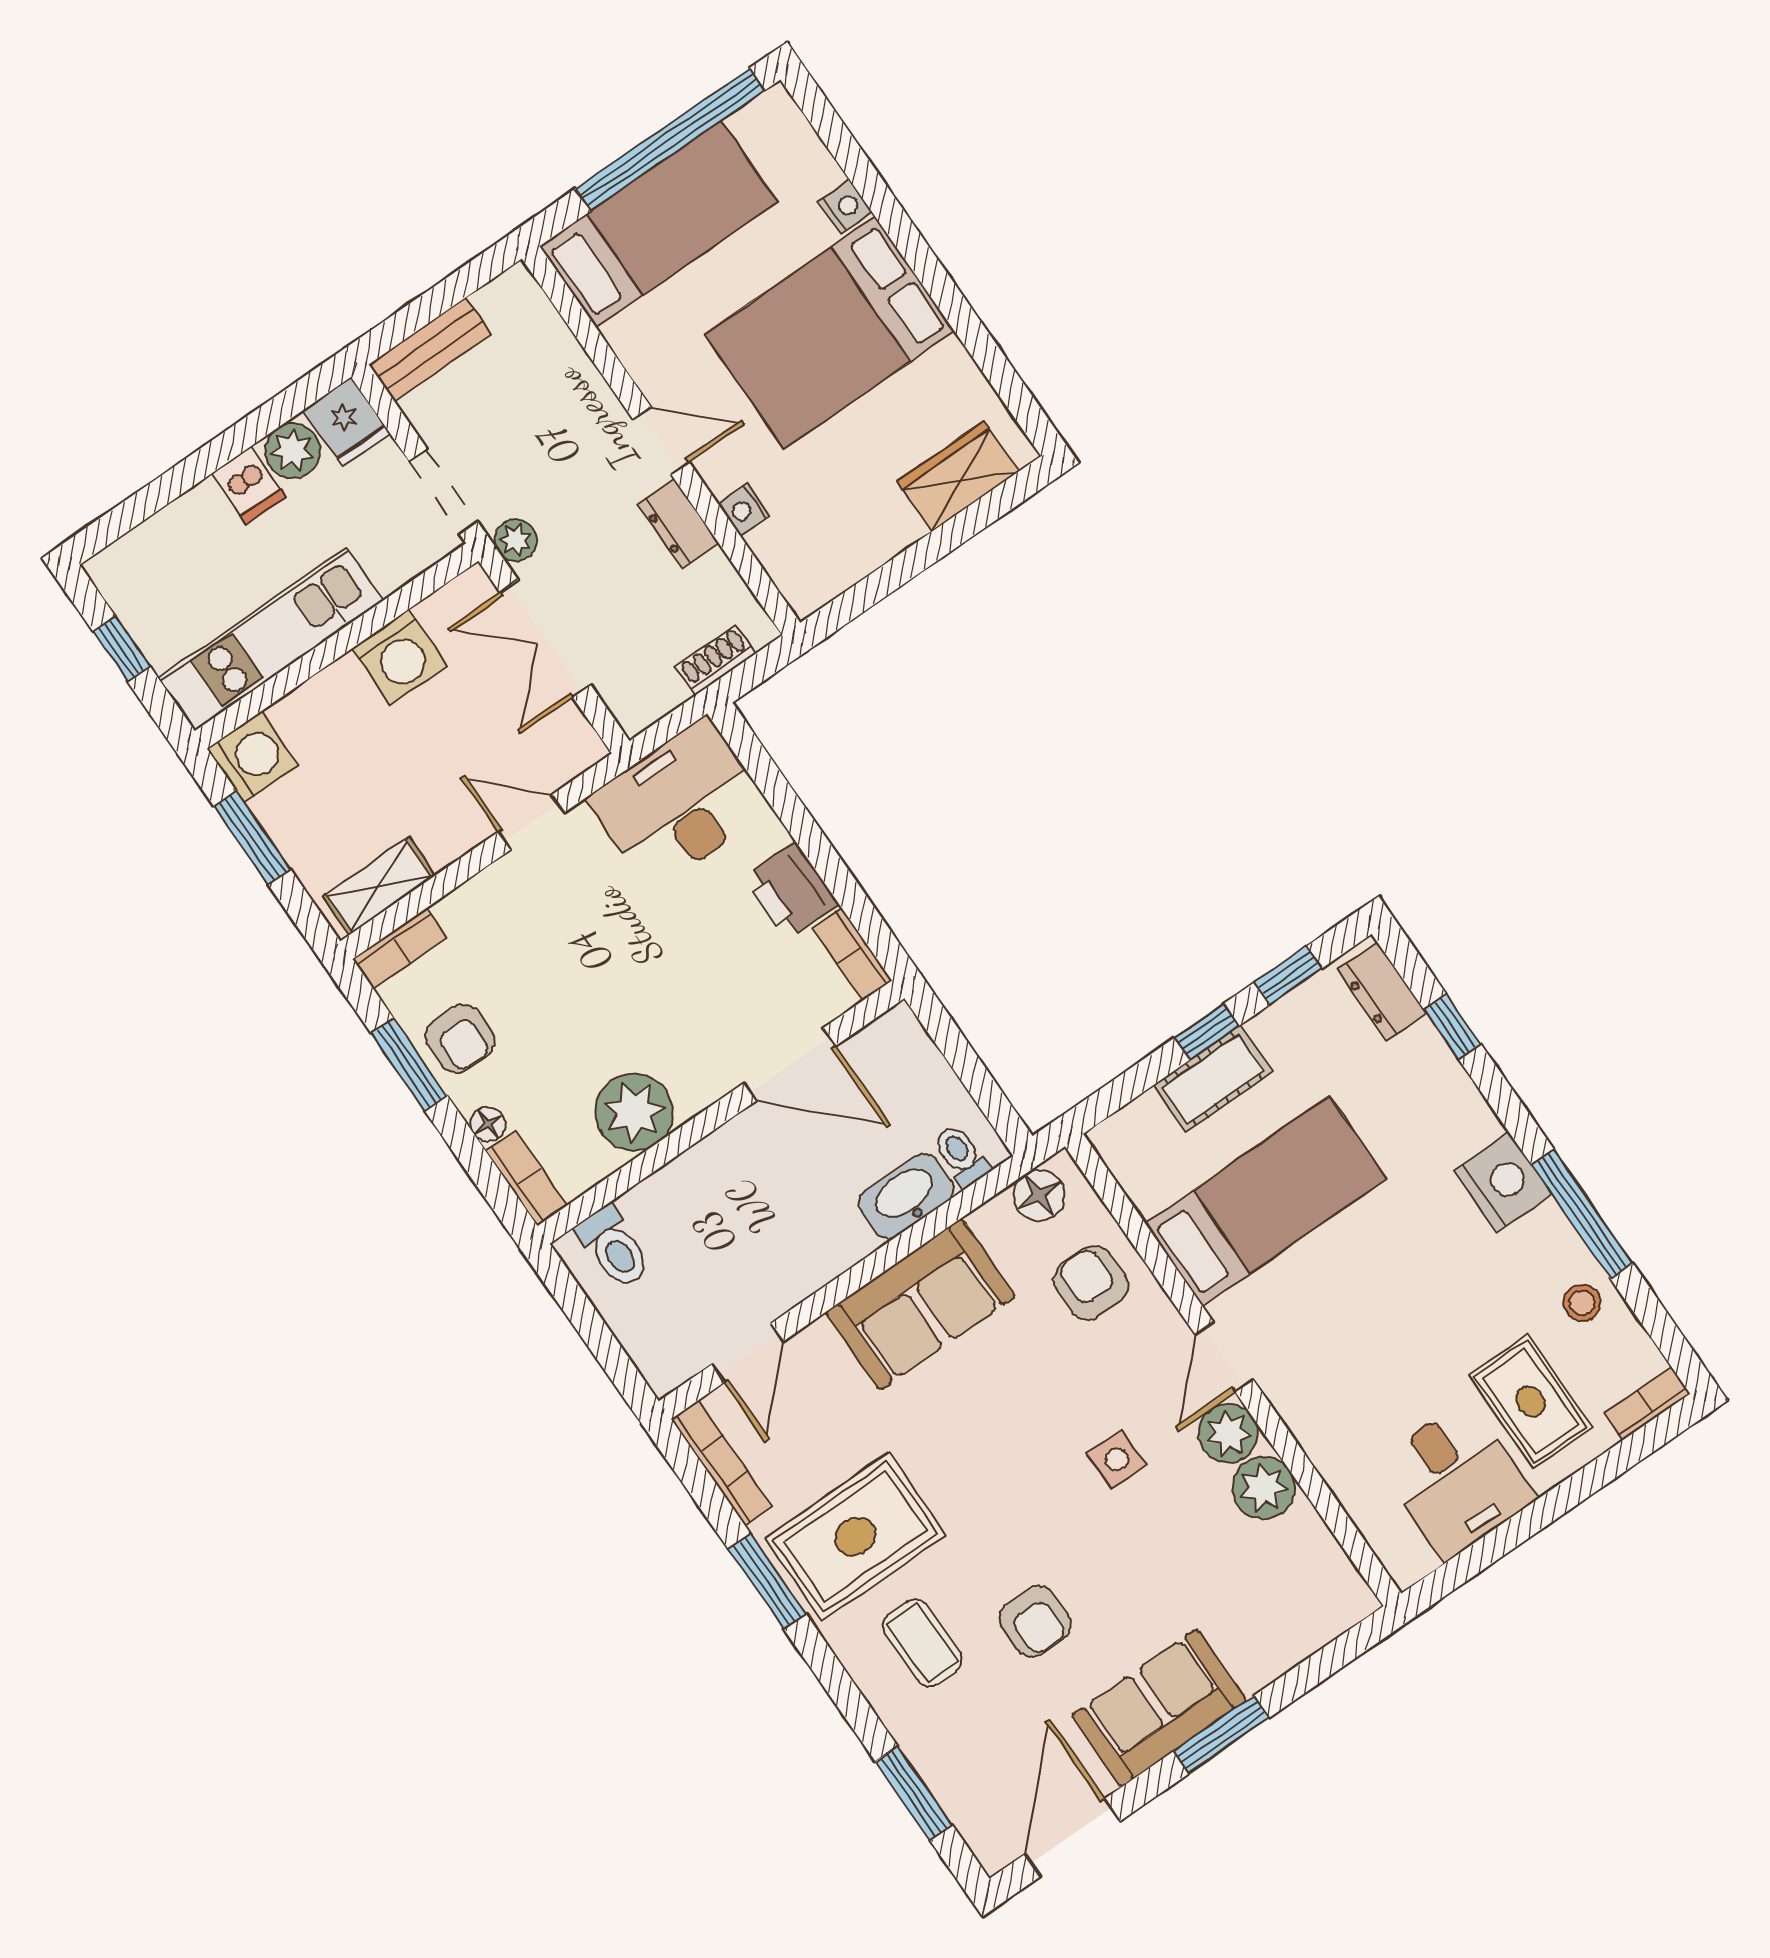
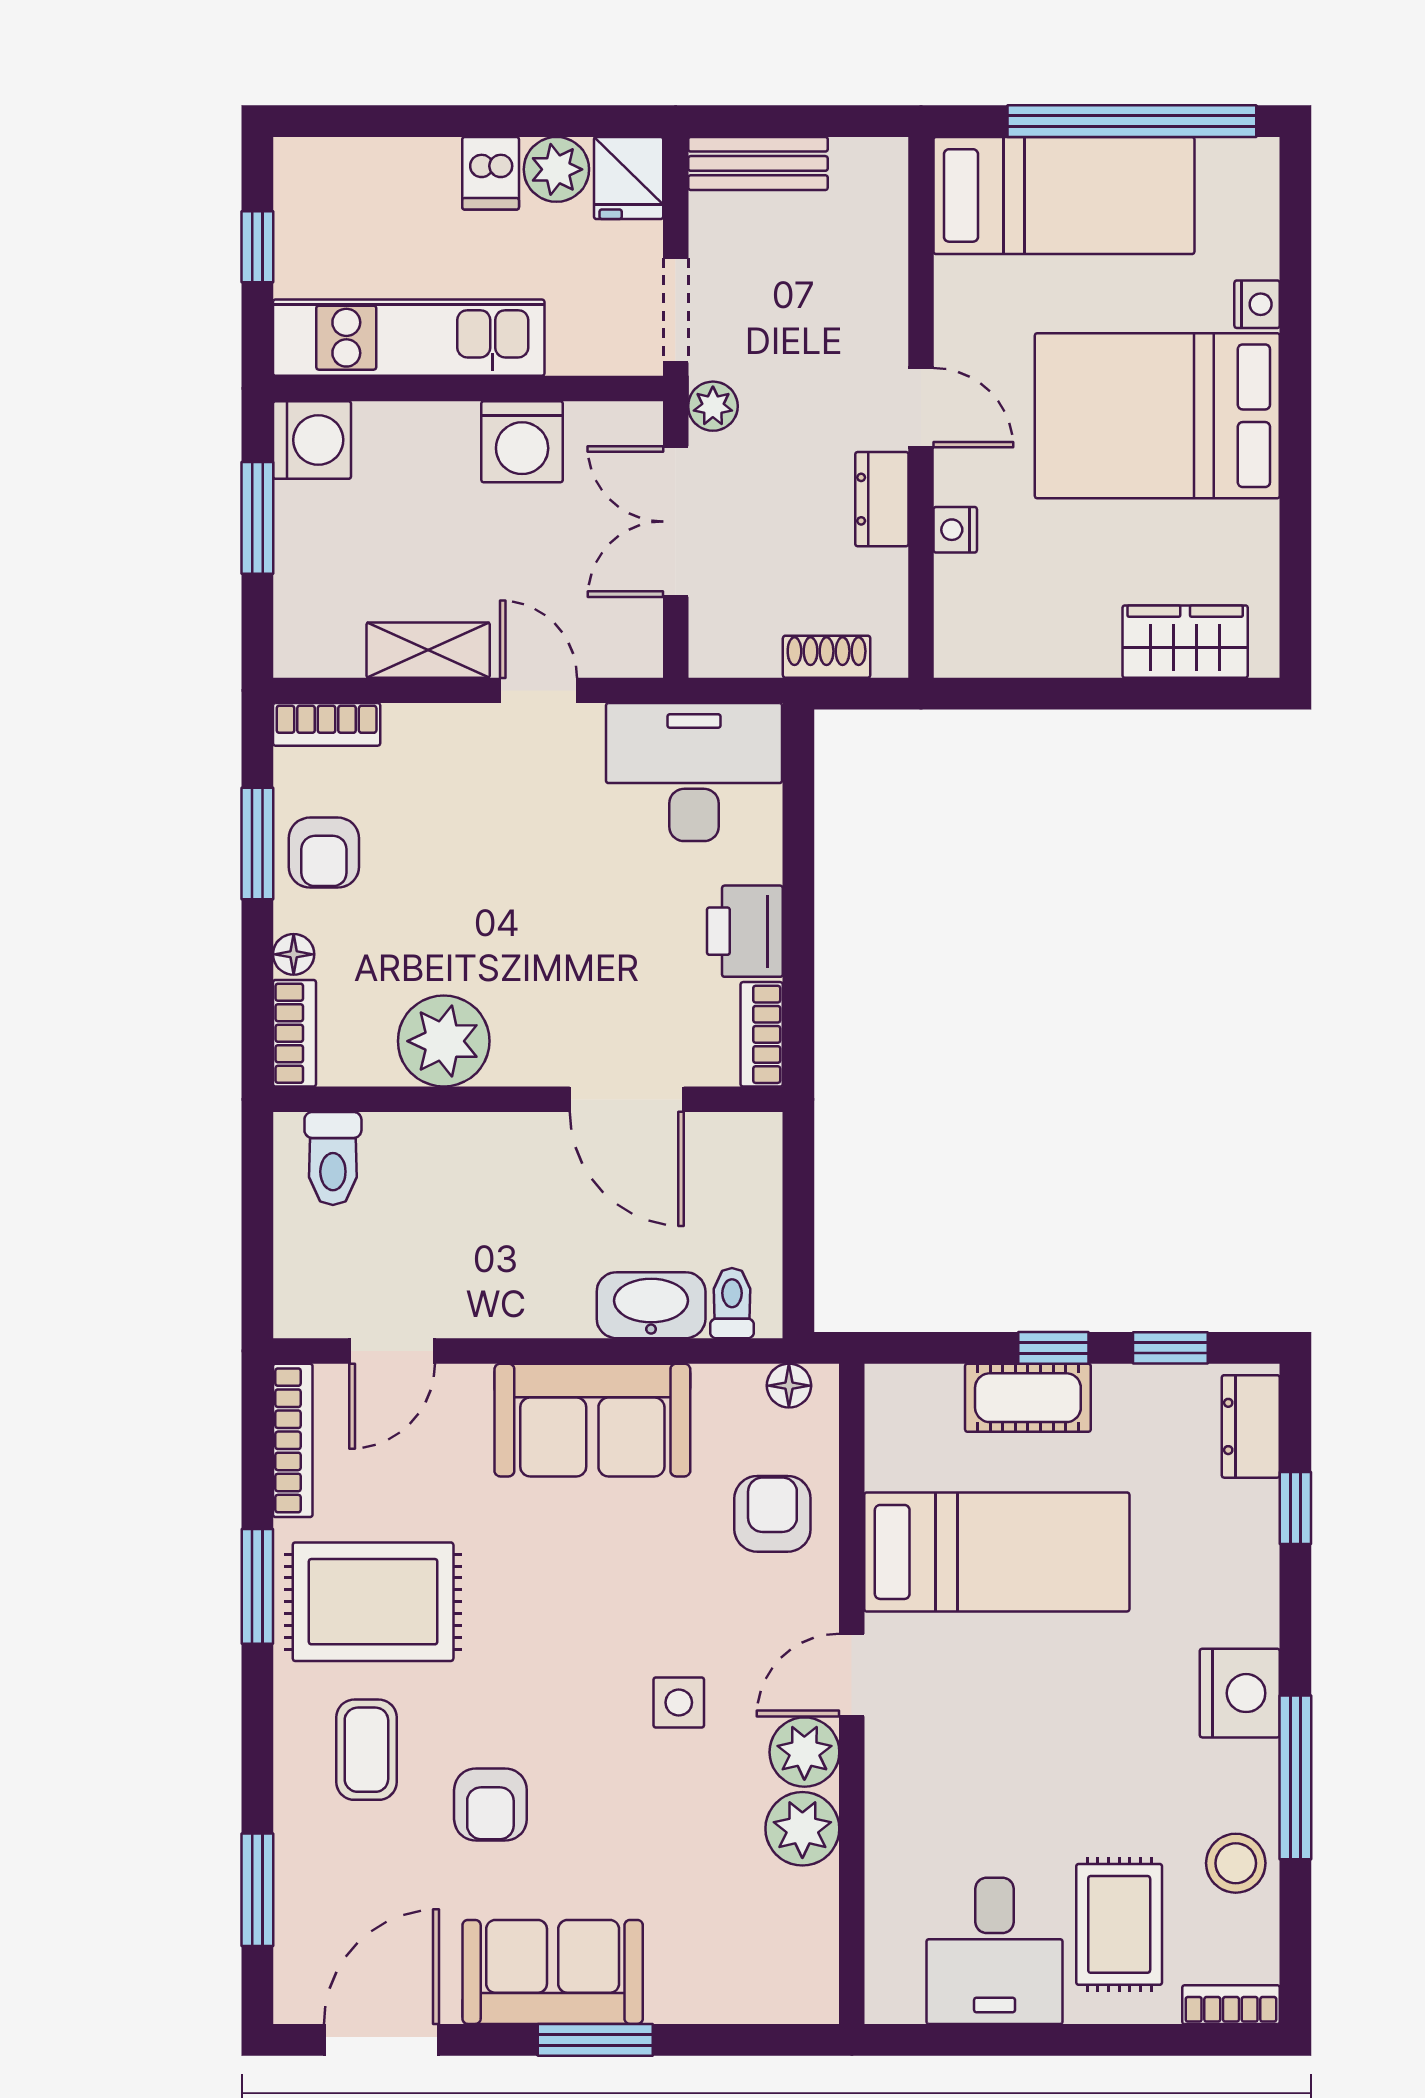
shelving: (379, 886) -> (428, 650), moved
floor lamp: (1039, 1195) -> (789, 1386), width x0.73, depth x0.73
stool: (1582, 1303) -> (1236, 1863), width x1.37, depth x1.37

